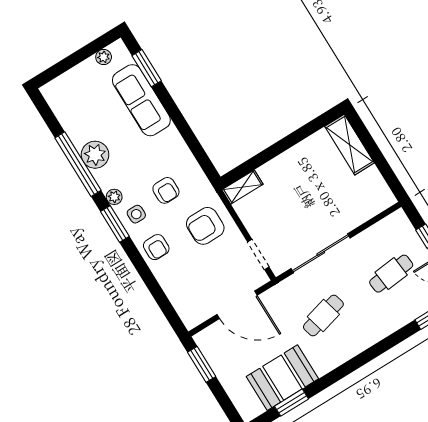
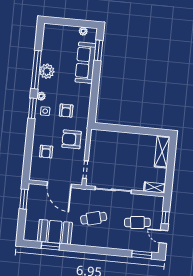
shelving: (242, 187) -> (155, 188), moved
armchair: (156, 247) -> (46, 152), moved

